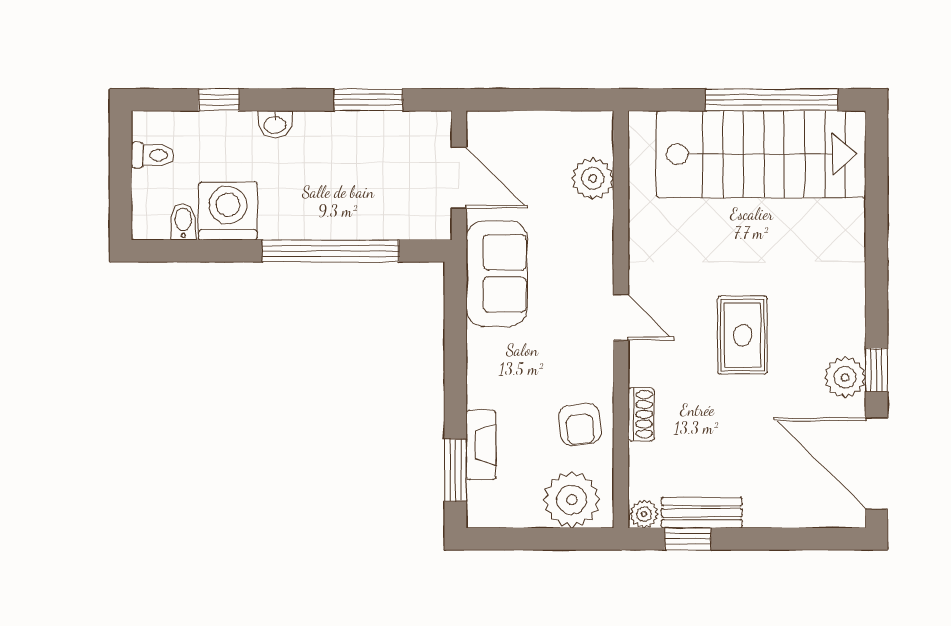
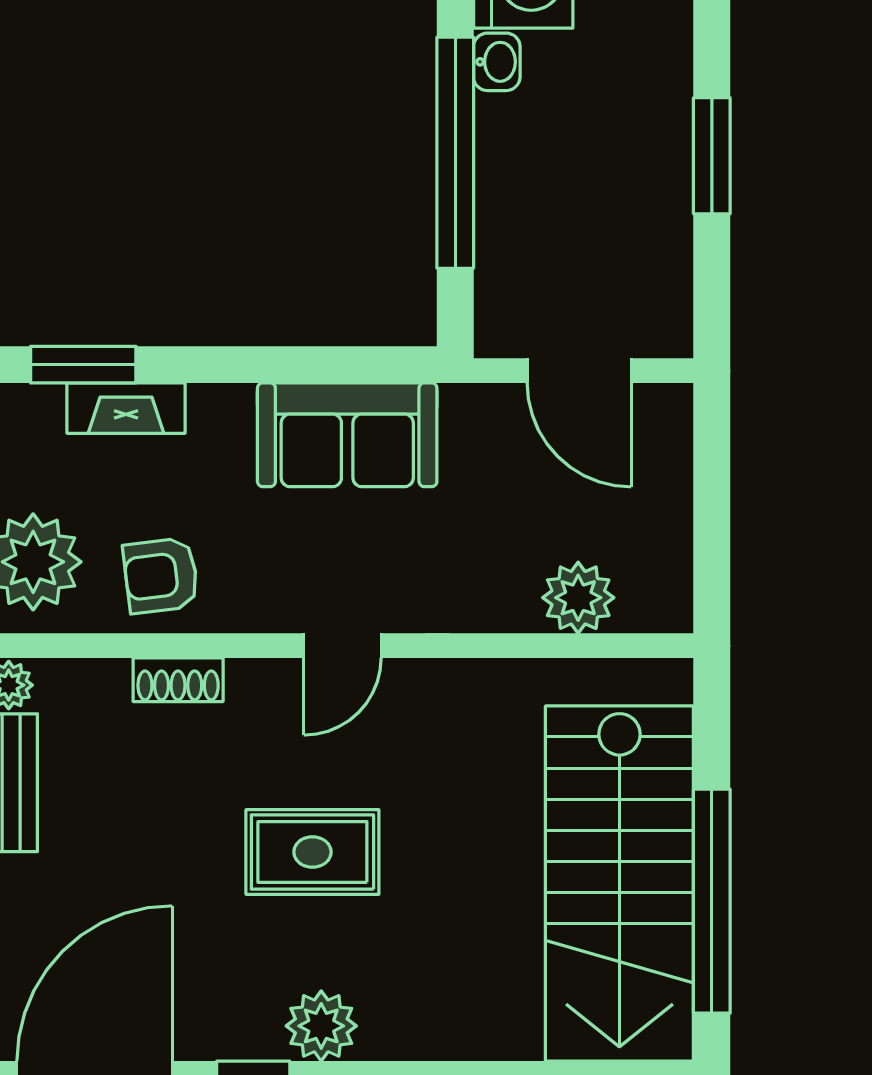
window: (368, 100) -> (712, 156), moved
washbasin: (275, 124) -> (497, 62), moved, turned 180
door: (459, 178) -> (579, 371), hinge flipped
sofa: (497, 273) -> (347, 435), moved
plant: (845, 377) -> (321, 1026), moved

